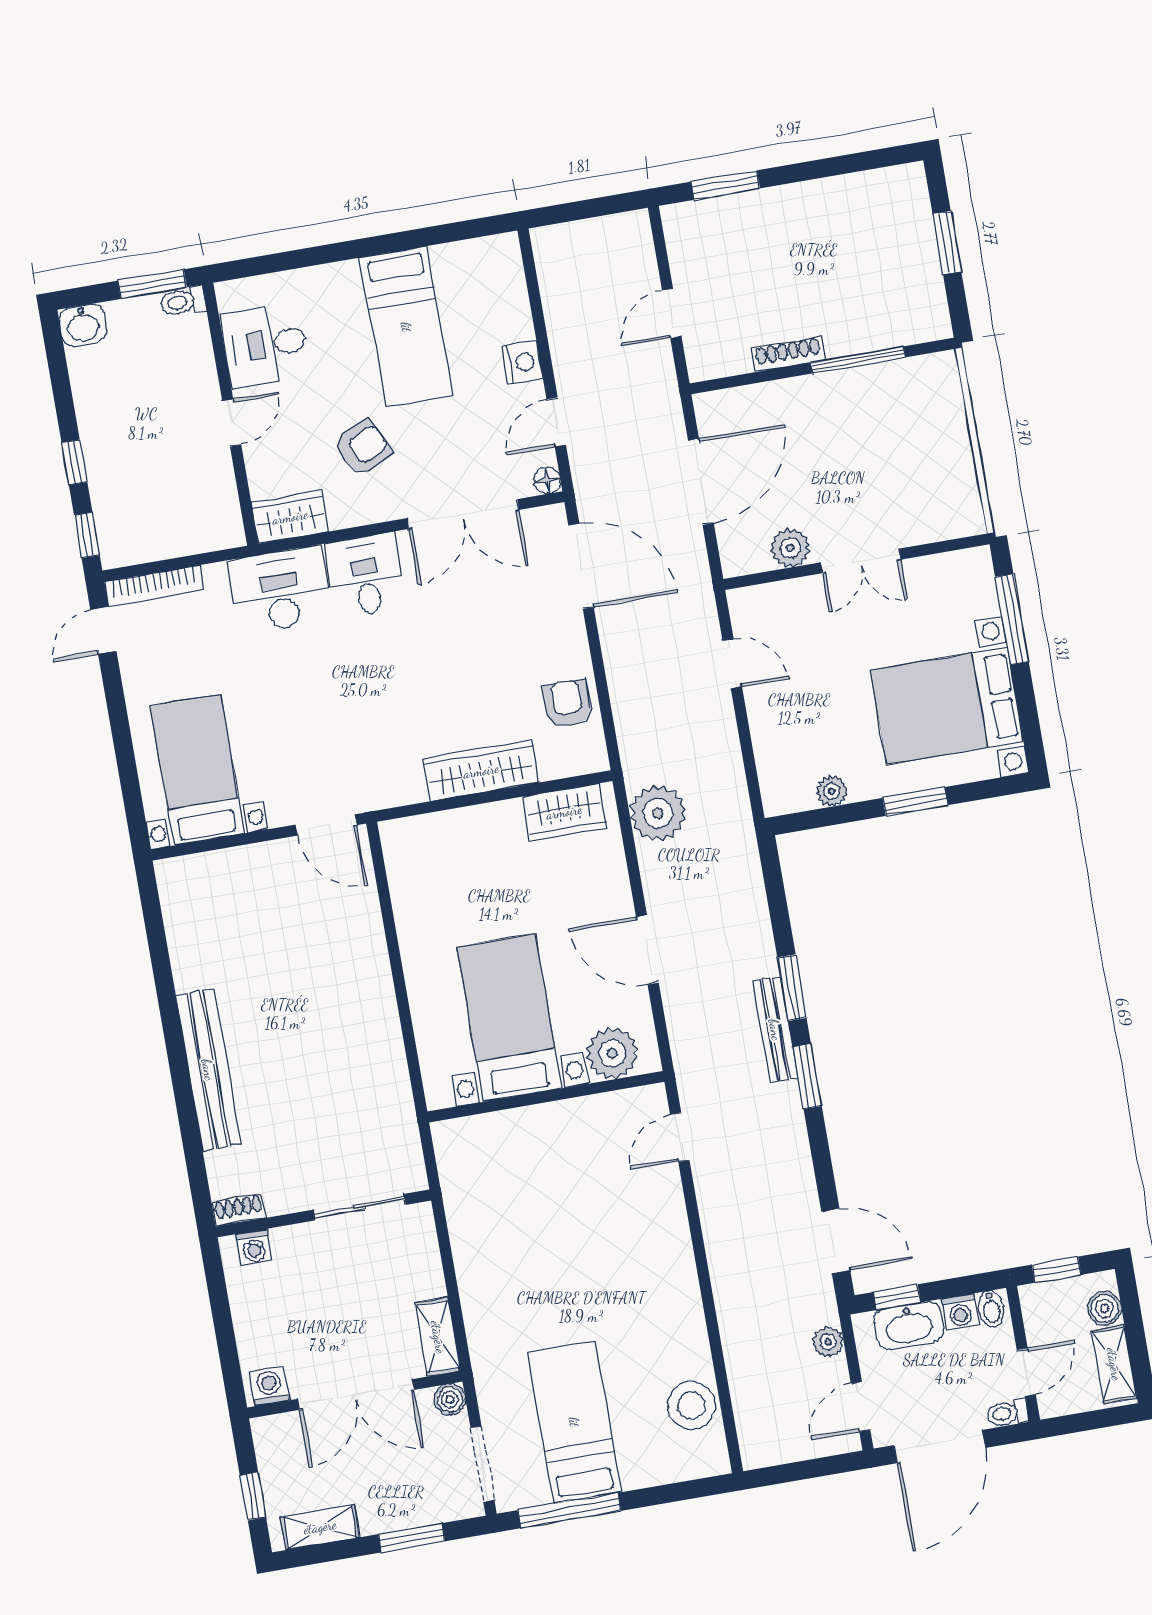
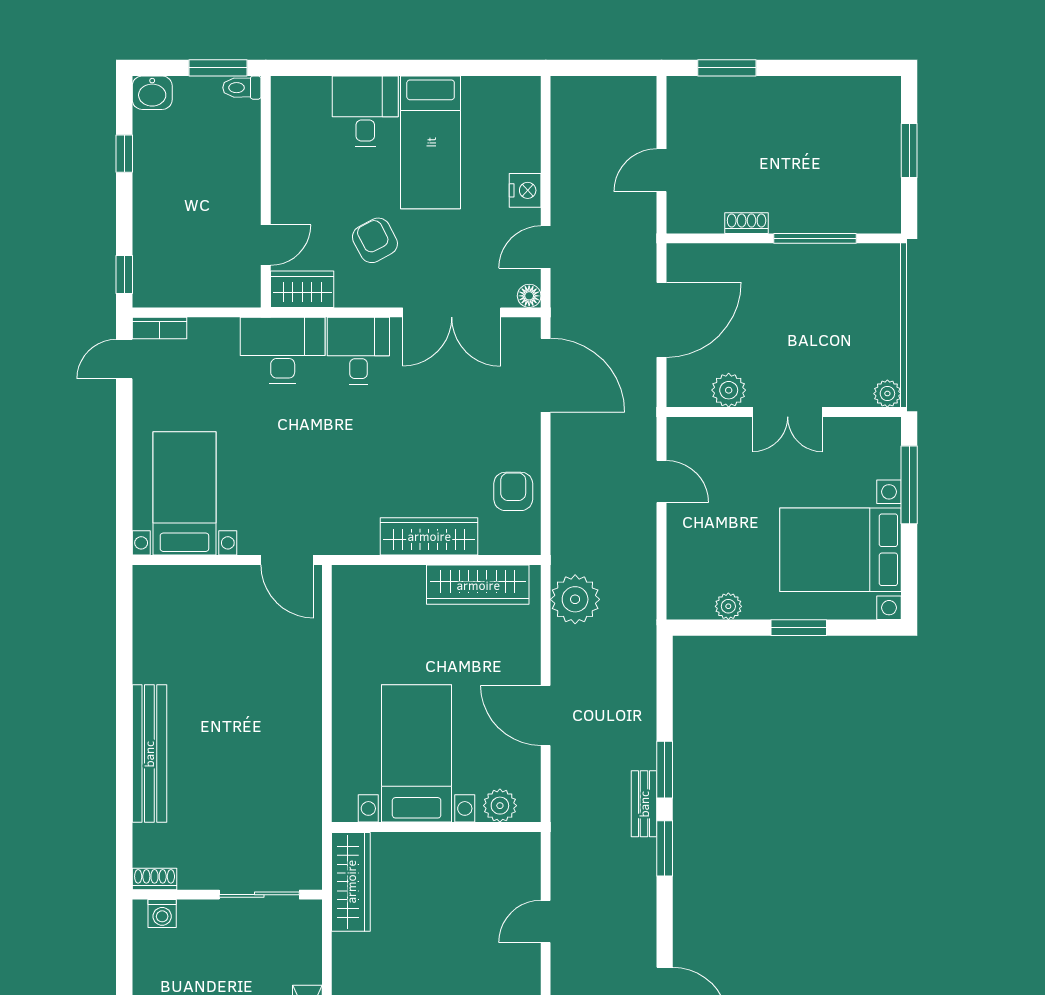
desk: (265, 345) -> (365, 111), moved, turned 90
shoe rack: (788, 354) -> (747, 223), width x0.70
door: (232, 423) -> (266, 245), moved
armchair: (363, 448) -> (375, 240), turned -93
window: (74, 462) -> (124, 154), moved
plant: (970, 521) -> (887, 394), added
bookcase: (154, 586) -> (159, 328), width x0.64
wardrobe: (564, 812) -> (478, 585), width x1.50
bench: (775, 1030) -> (644, 804), width x0.73
plant: (612, 1053) -> (500, 806), width x0.73, depth x0.73
door: (680, 1137) -> (546, 922), moved
wardrobe: (460, 1175) -> (351, 882), added

